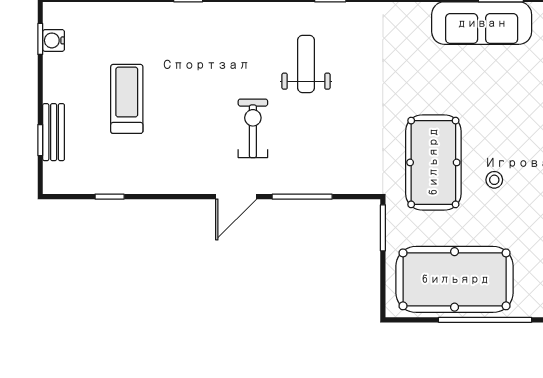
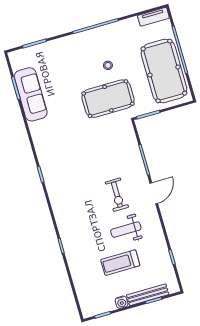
water cooler: (54, 40) -> (122, 302), moved
weight bench: (306, 64) -> (126, 230), moved
exercise bike: (253, 128) -> (117, 195), turned -90
bench: (54, 132) -> (148, 295), width x1.36
door: (236, 197) -> (154, 193), hinge flipped

